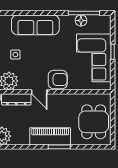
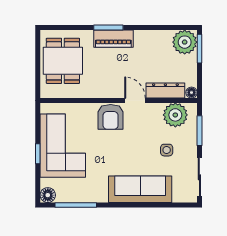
floor lamp: (81, 21) -> (48, 195), moved
armchair: (58, 80) -> (111, 117), turned -90
piano: (50, 136) -> (113, 39), width x0.73, depth x0.75

